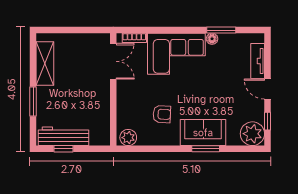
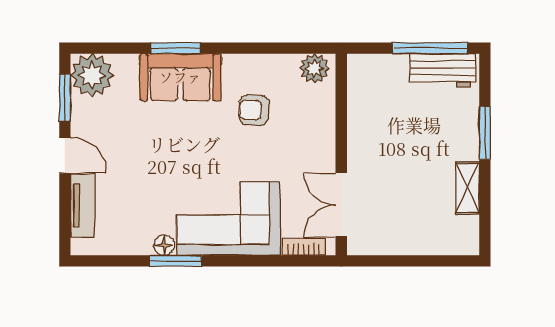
window: (221, 30) -> (176, 261), moved
shelving: (45, 63) -> (468, 188), width x0.67, depth x0.75
window: (267, 121) -> (65, 98), width x1.50
workbench: (64, 136) -> (443, 71), width x0.73
window: (63, 149) -> (430, 48), width x2.17

